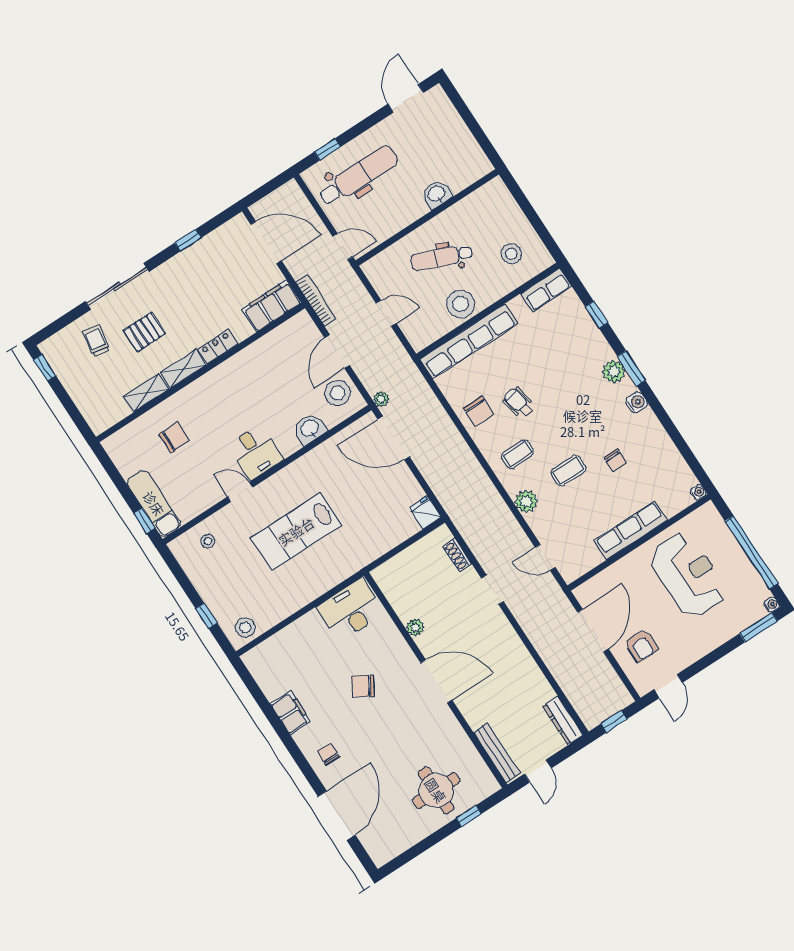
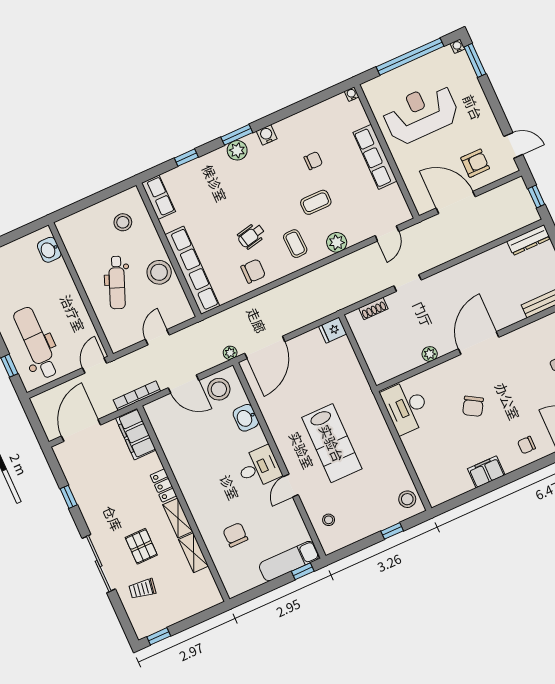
washbasin: (437, 194) -> (49, 250), moved
coffee table: (568, 471) -> (316, 202), turned 90

